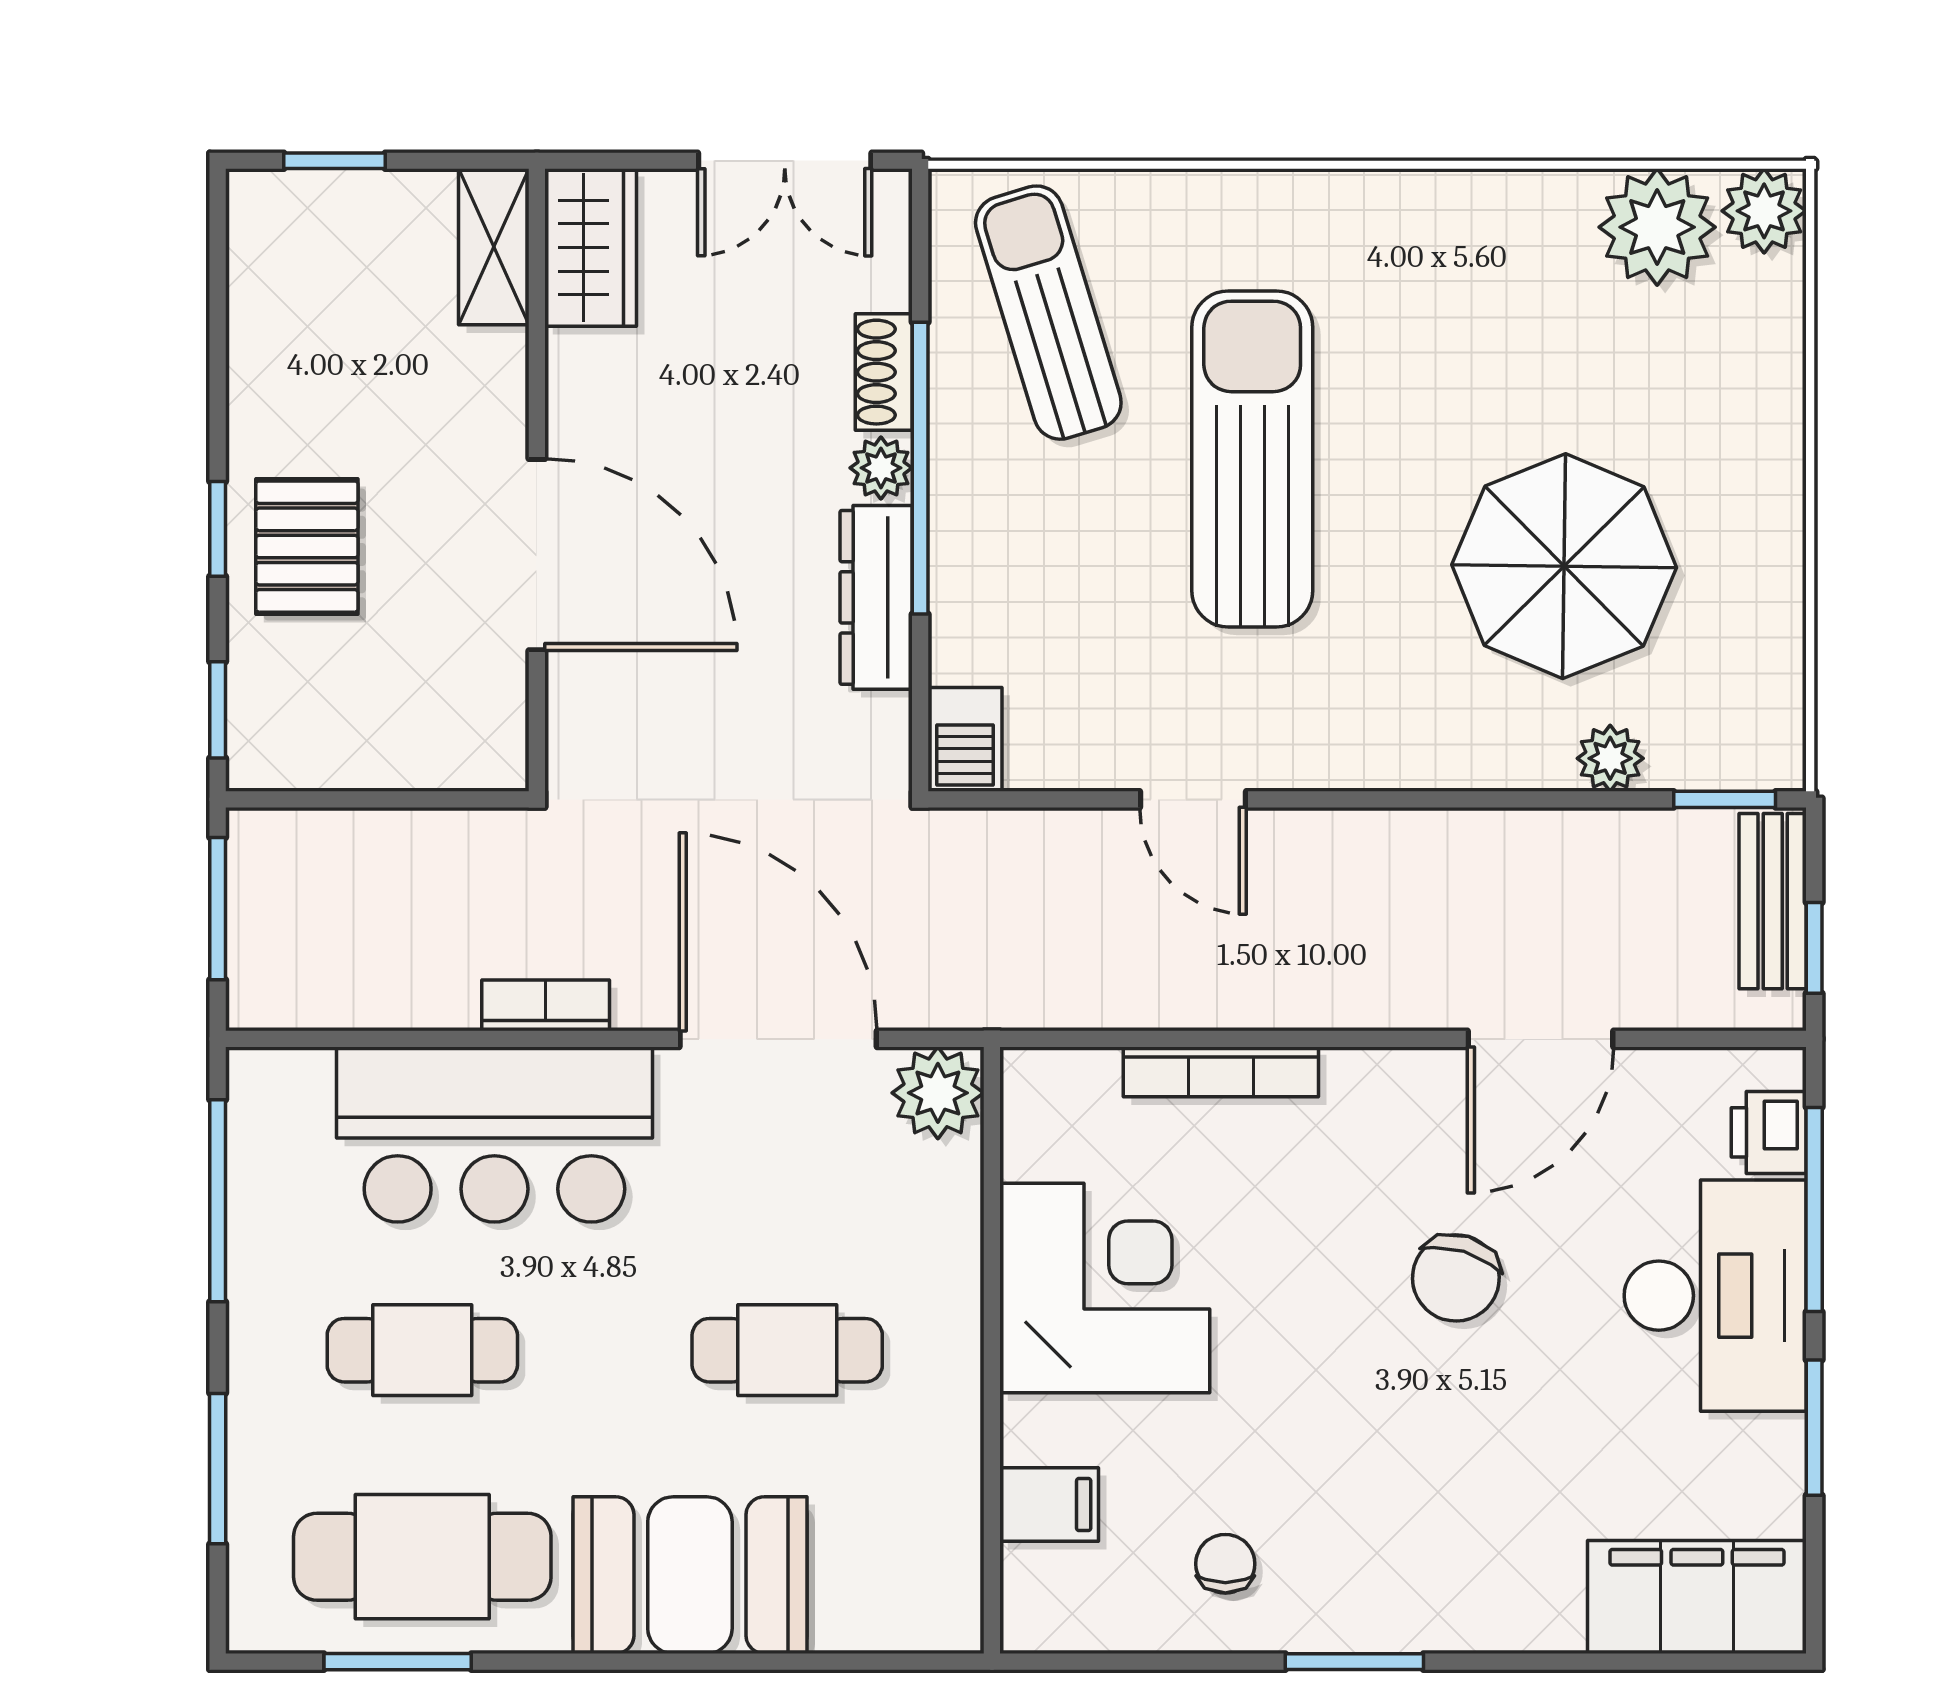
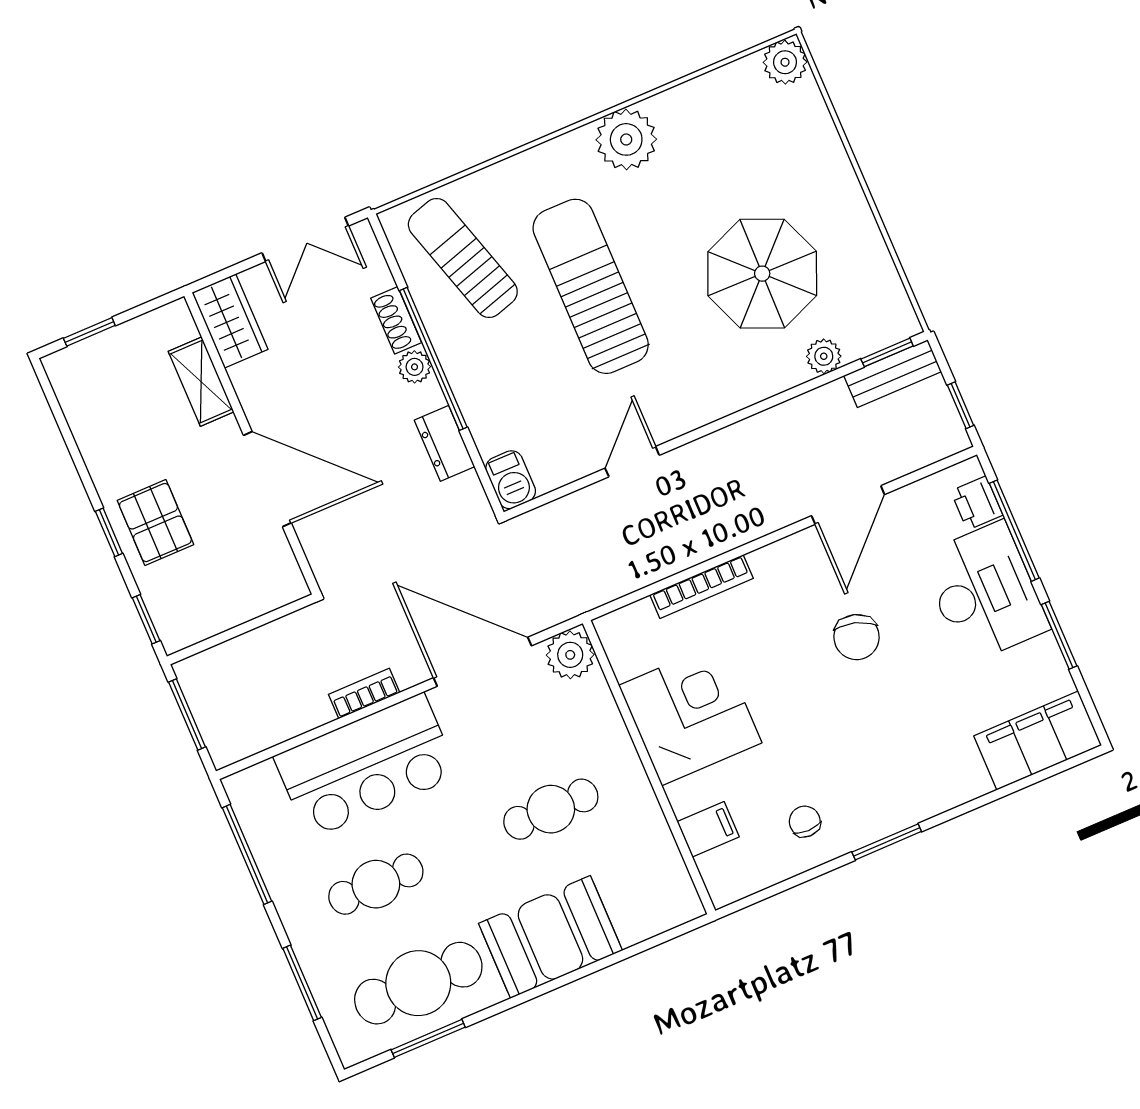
plant: (1657, 227) -> (626, 139), moved
shelving: (494, 247) -> (201, 382), moved
dresser: (876, 597) -> (445, 443), width x0.70
door: (1193, 799) -> (632, 462), swing flipped
bench: (1773, 901) -> (893, 374), moved, turned 90

